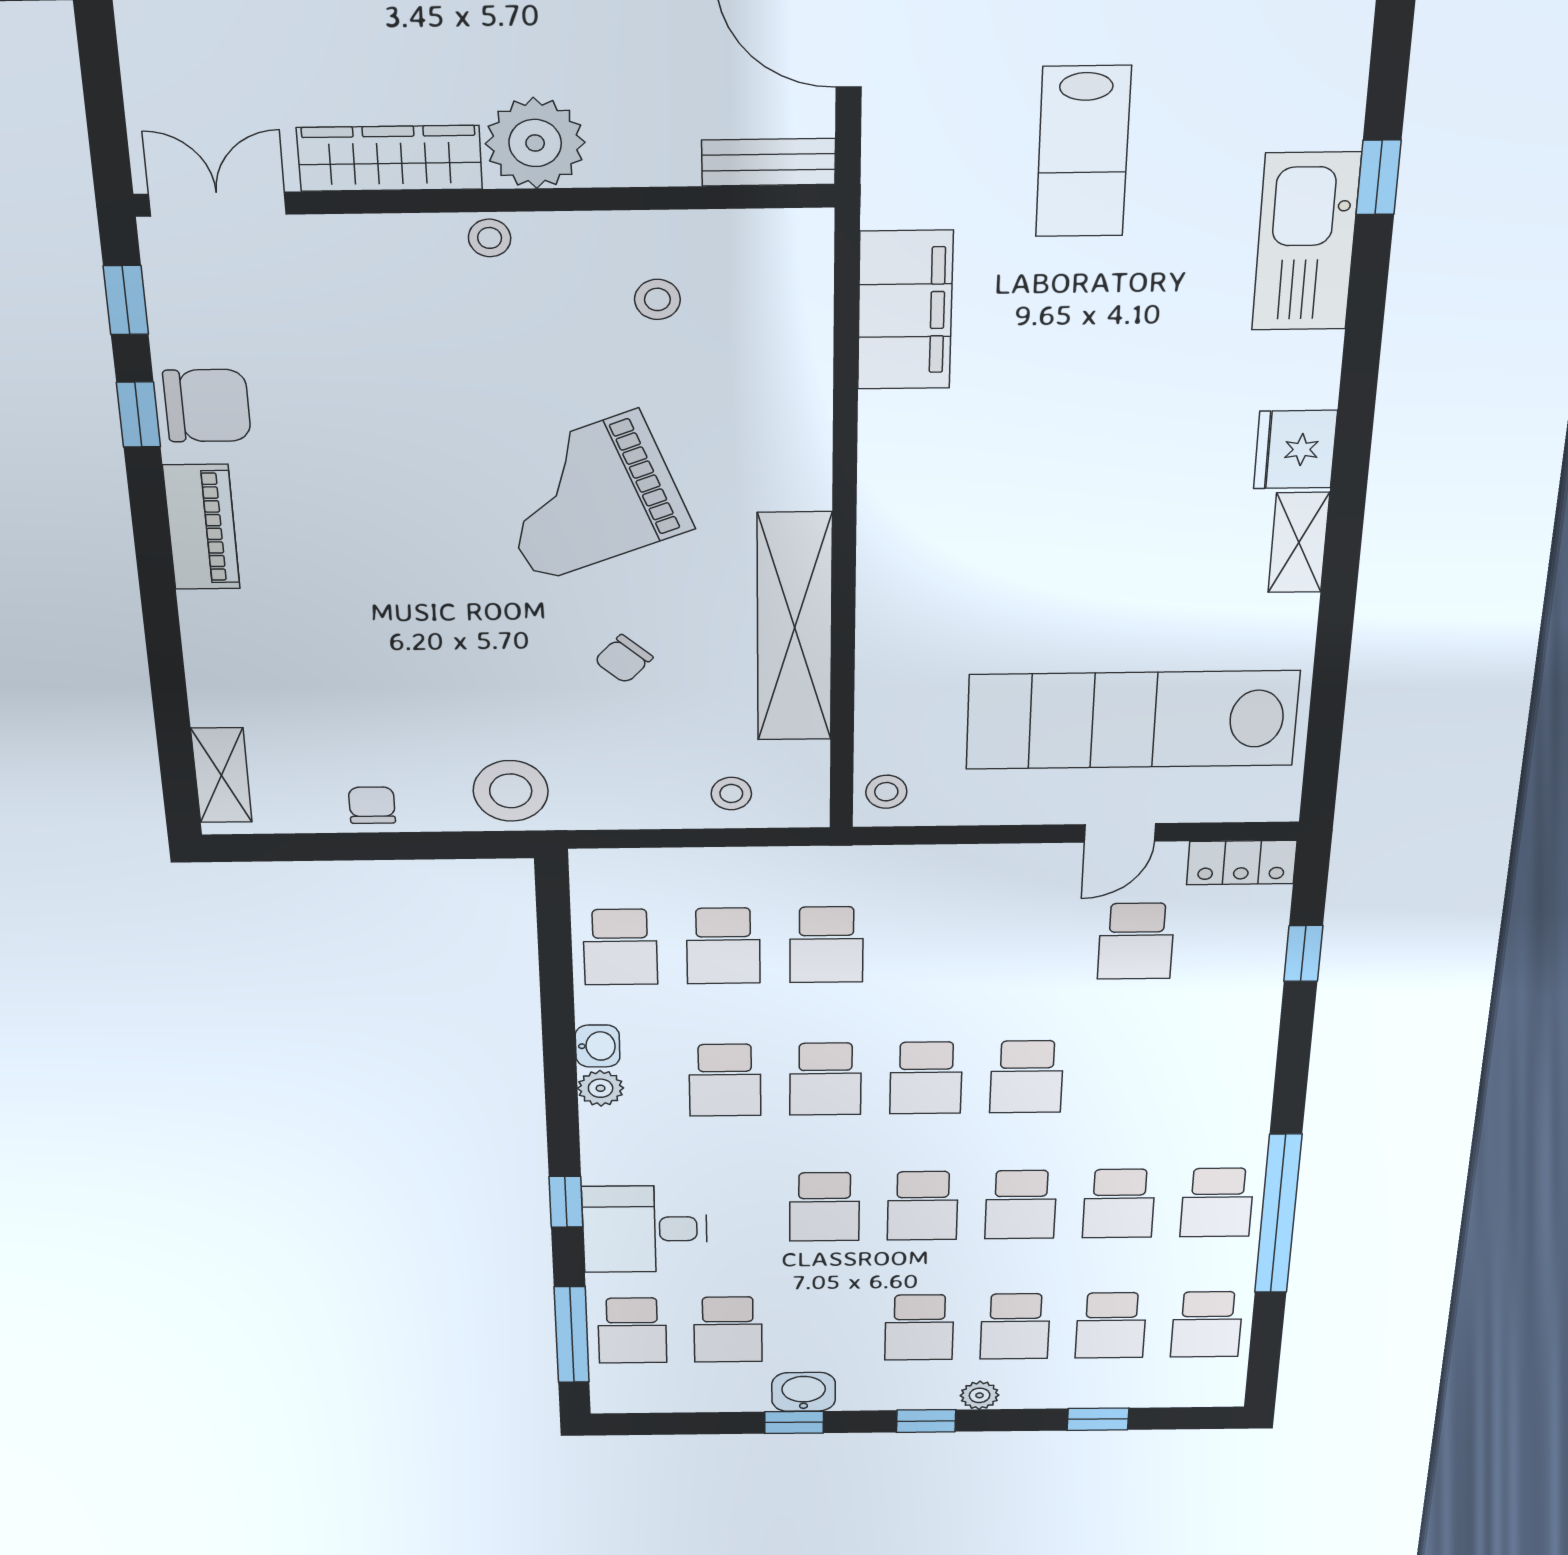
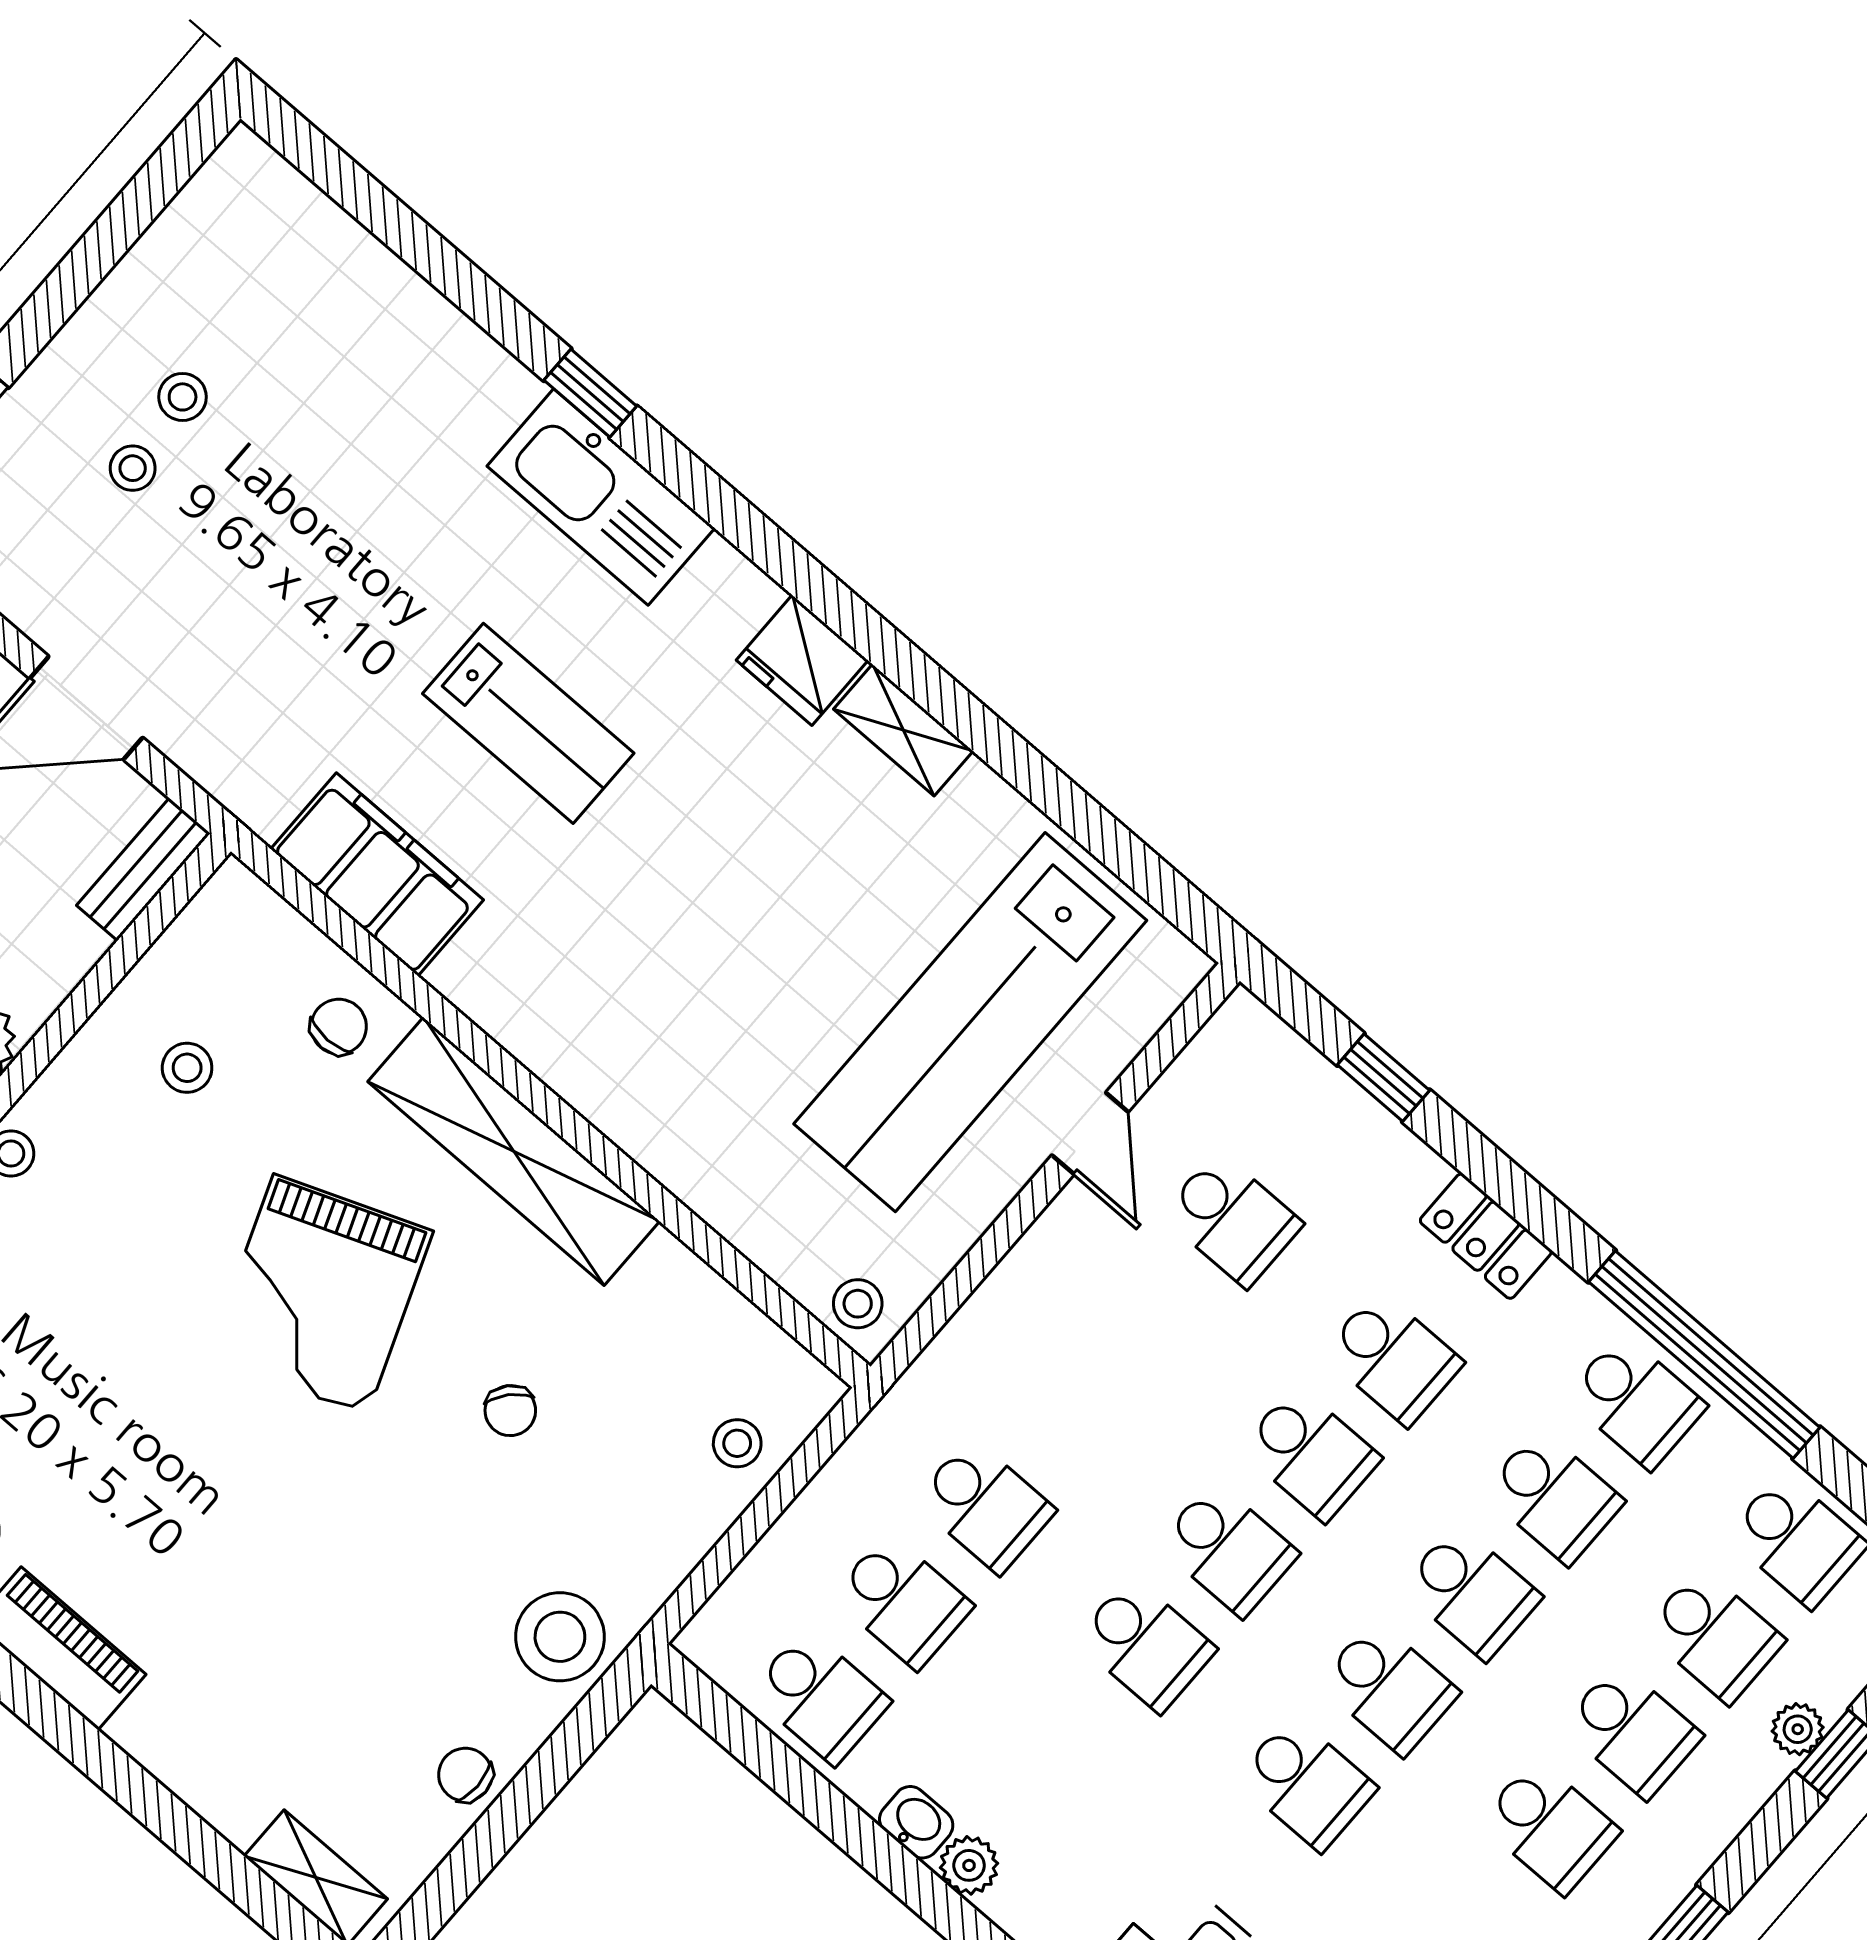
lab bench: (1083, 152) -> (528, 723), moved
chair: (777, 369) -> (339, 1027), added
shelving: (795, 628) -> (514, 1151), moved
locker: (1242, 863) -> (1486, 1236), moved, turned 90
school desk: (725, 1080) -> (1393, 1358), moved
plant: (980, 1395) -> (1798, 1729), moved

